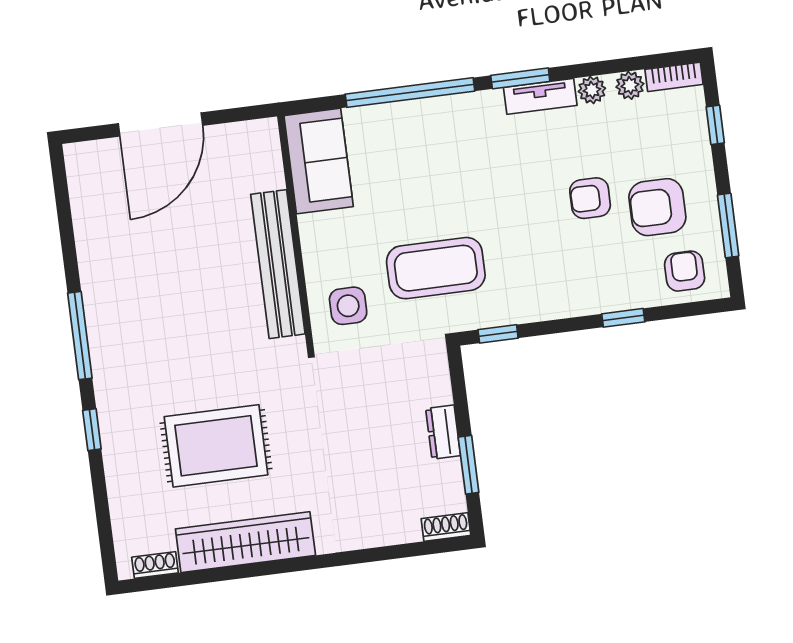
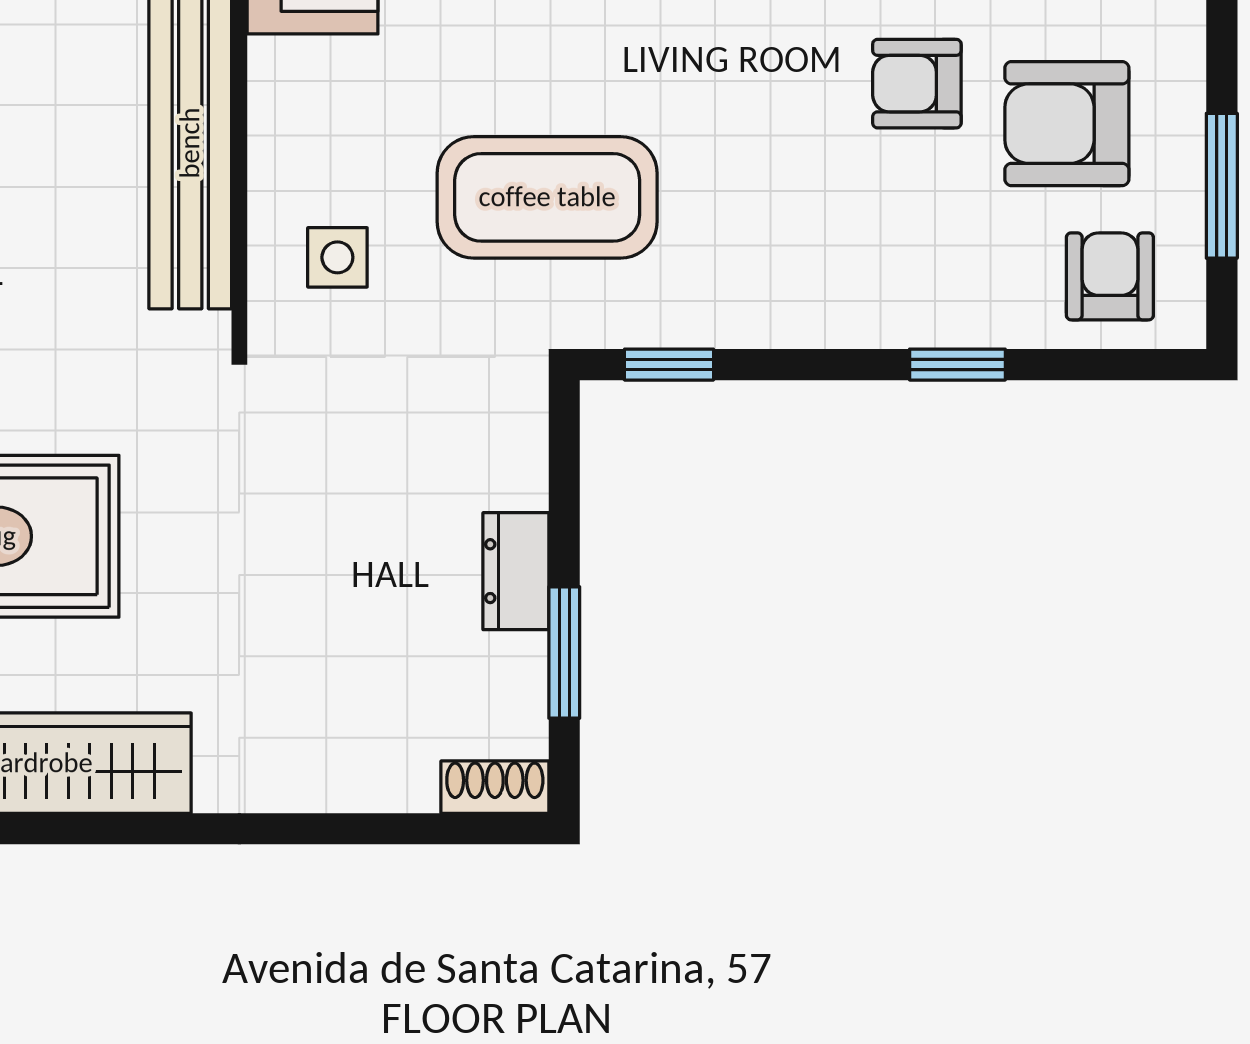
side table: (348, 306) -> (337, 257), width x0.73, depth x0.73

